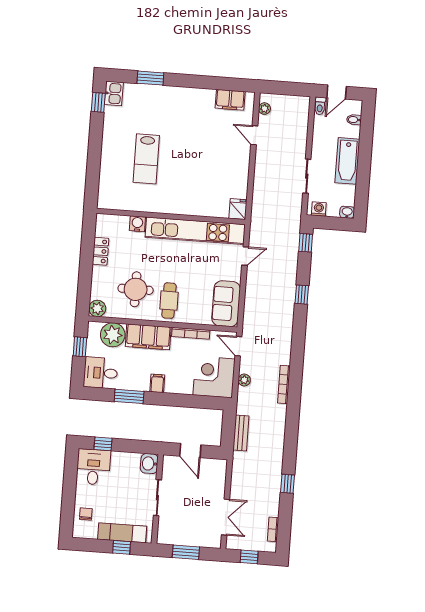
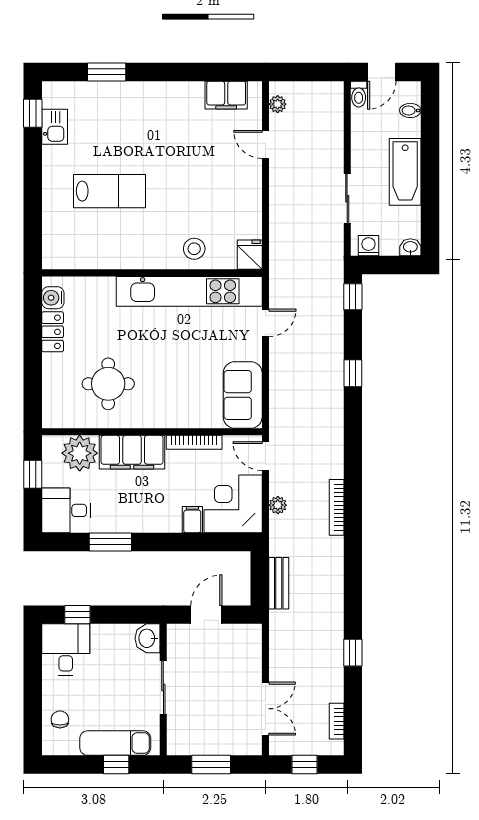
kitchen sink: (114, 93) -> (55, 127), moved
lab bench: (146, 159) -> (109, 191), turned -90
stool: (201, 202) -> (194, 249), added
water cooler: (137, 224) -> (53, 298), moved, turned -90
cafe table: (169, 301) -> (158, 397), removed
plant: (97, 308) -> (54, 416), removed
filing cabinet: (157, 383) -> (192, 520), moved
door: (190, 451) -> (206, 615), swing flipped

